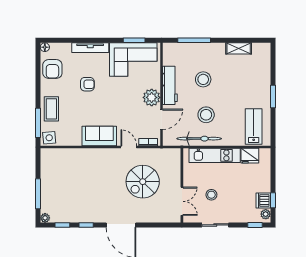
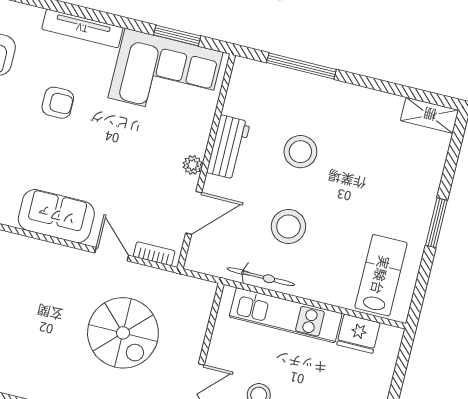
shelving: (239, 48) -> (430, 115), moved
workbench: (170, 85) -> (228, 147), width x0.73
plant: (152, 97) -> (193, 165), width x0.53, depth x0.53
bicycle: (199, 139) -> (261, 277), width x0.73, depth x0.71
spiral stairs: (143, 182) -> (123, 333), turned -90

